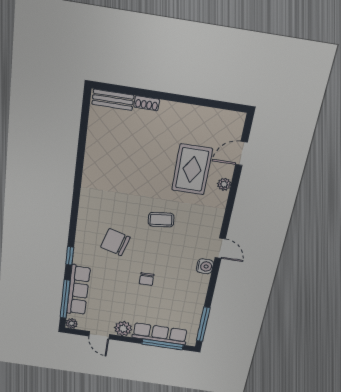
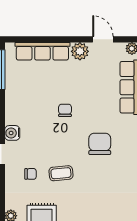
chair: (194, 224) -> (31, 174), added
chair: (115, 242) -> (100, 144), turned -106
window: (163, 344) -> (38, 39), removed

